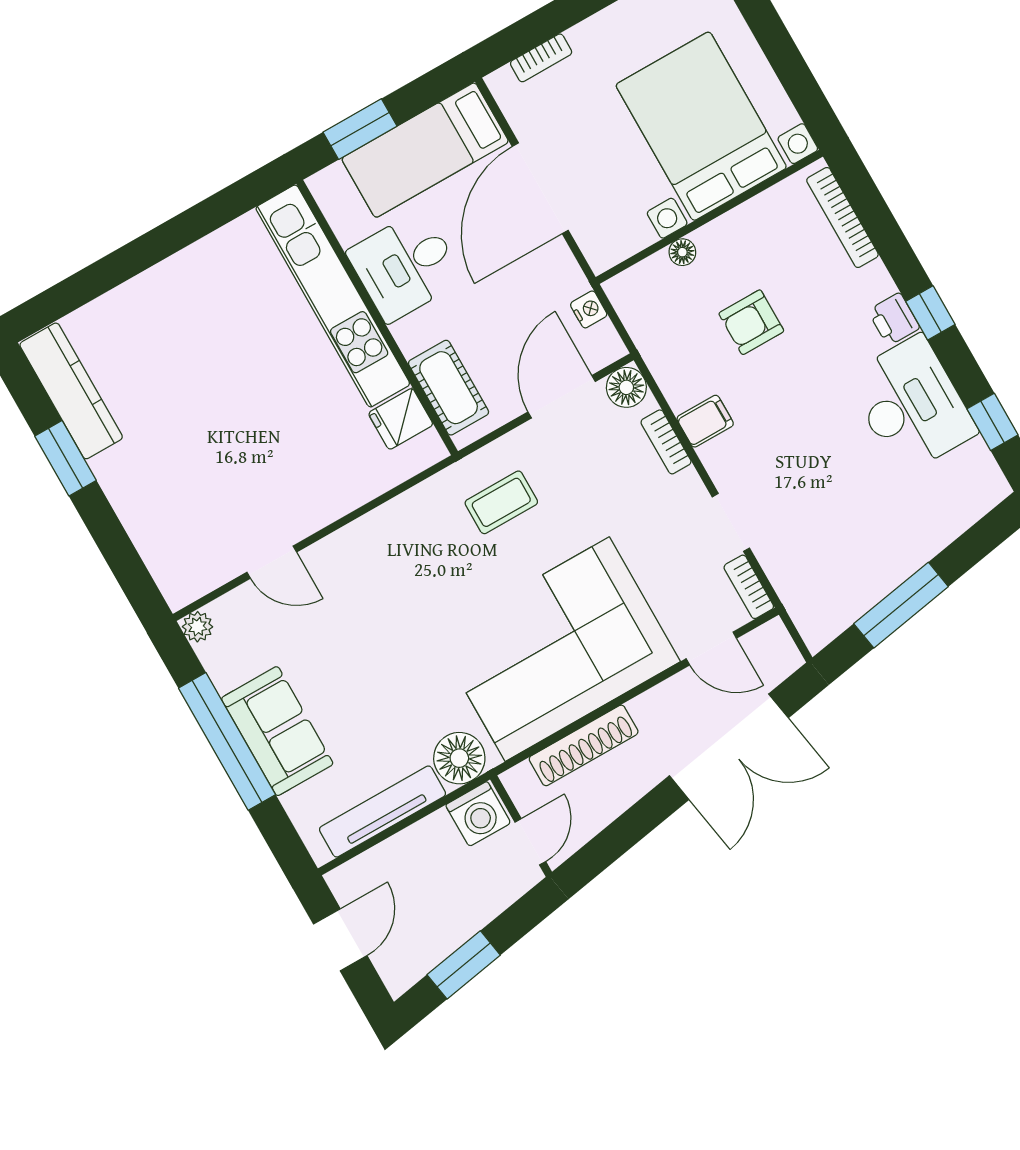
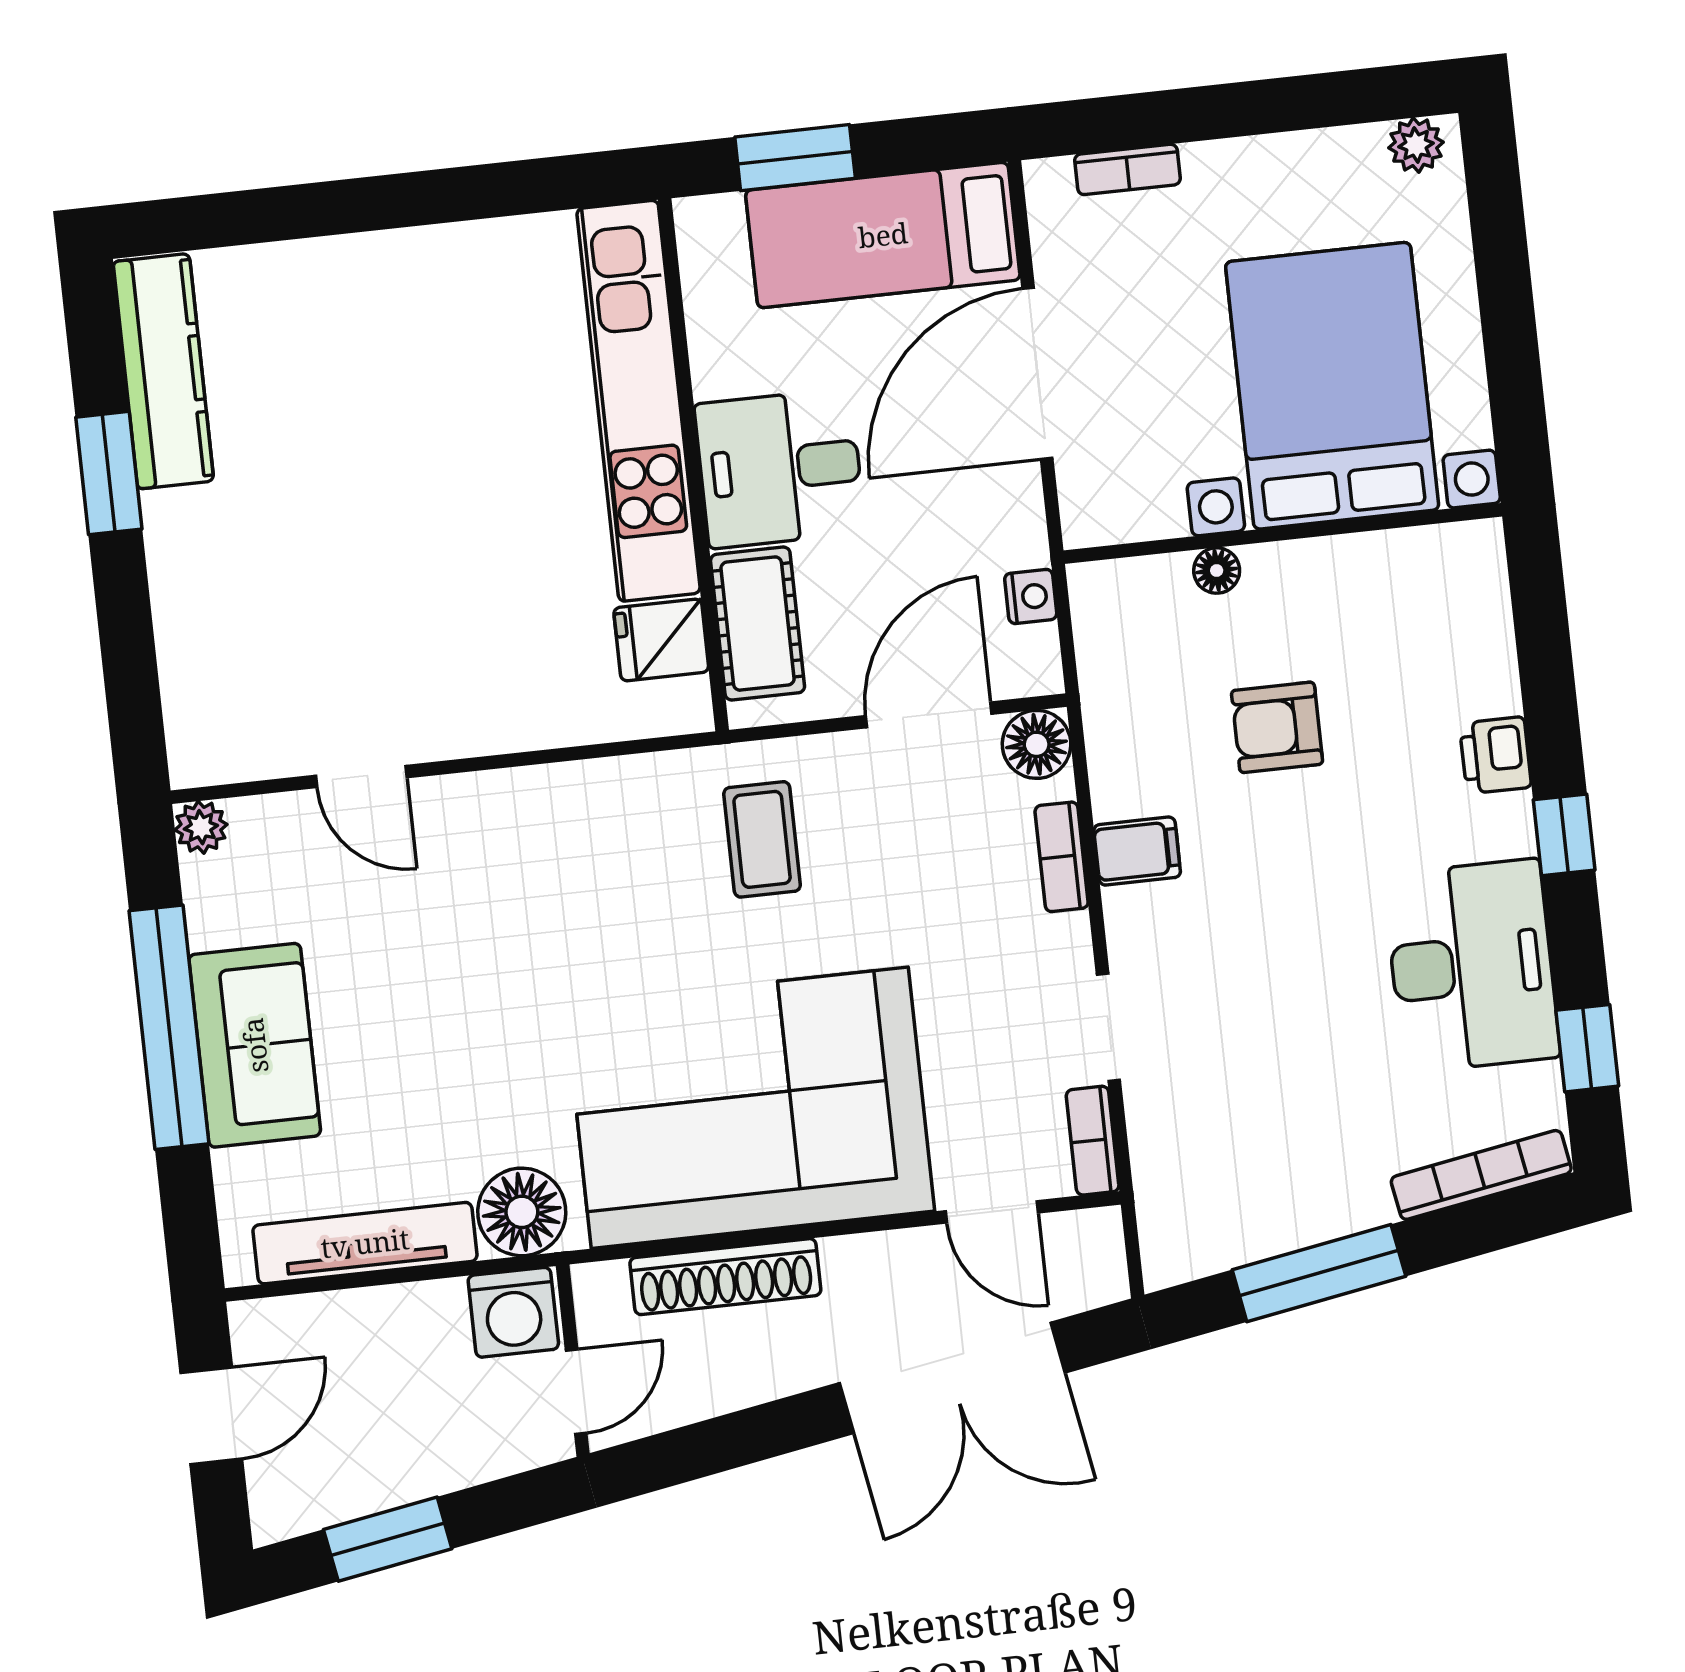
bookcase: (842, 217) -> (1481, 1175), moved, turned 80
desk: (405, 266) -> (780, 468), moved
printer: (894, 319) -> (1495, 755), moved
coffee table: (501, 502) -> (762, 839), turned 90

